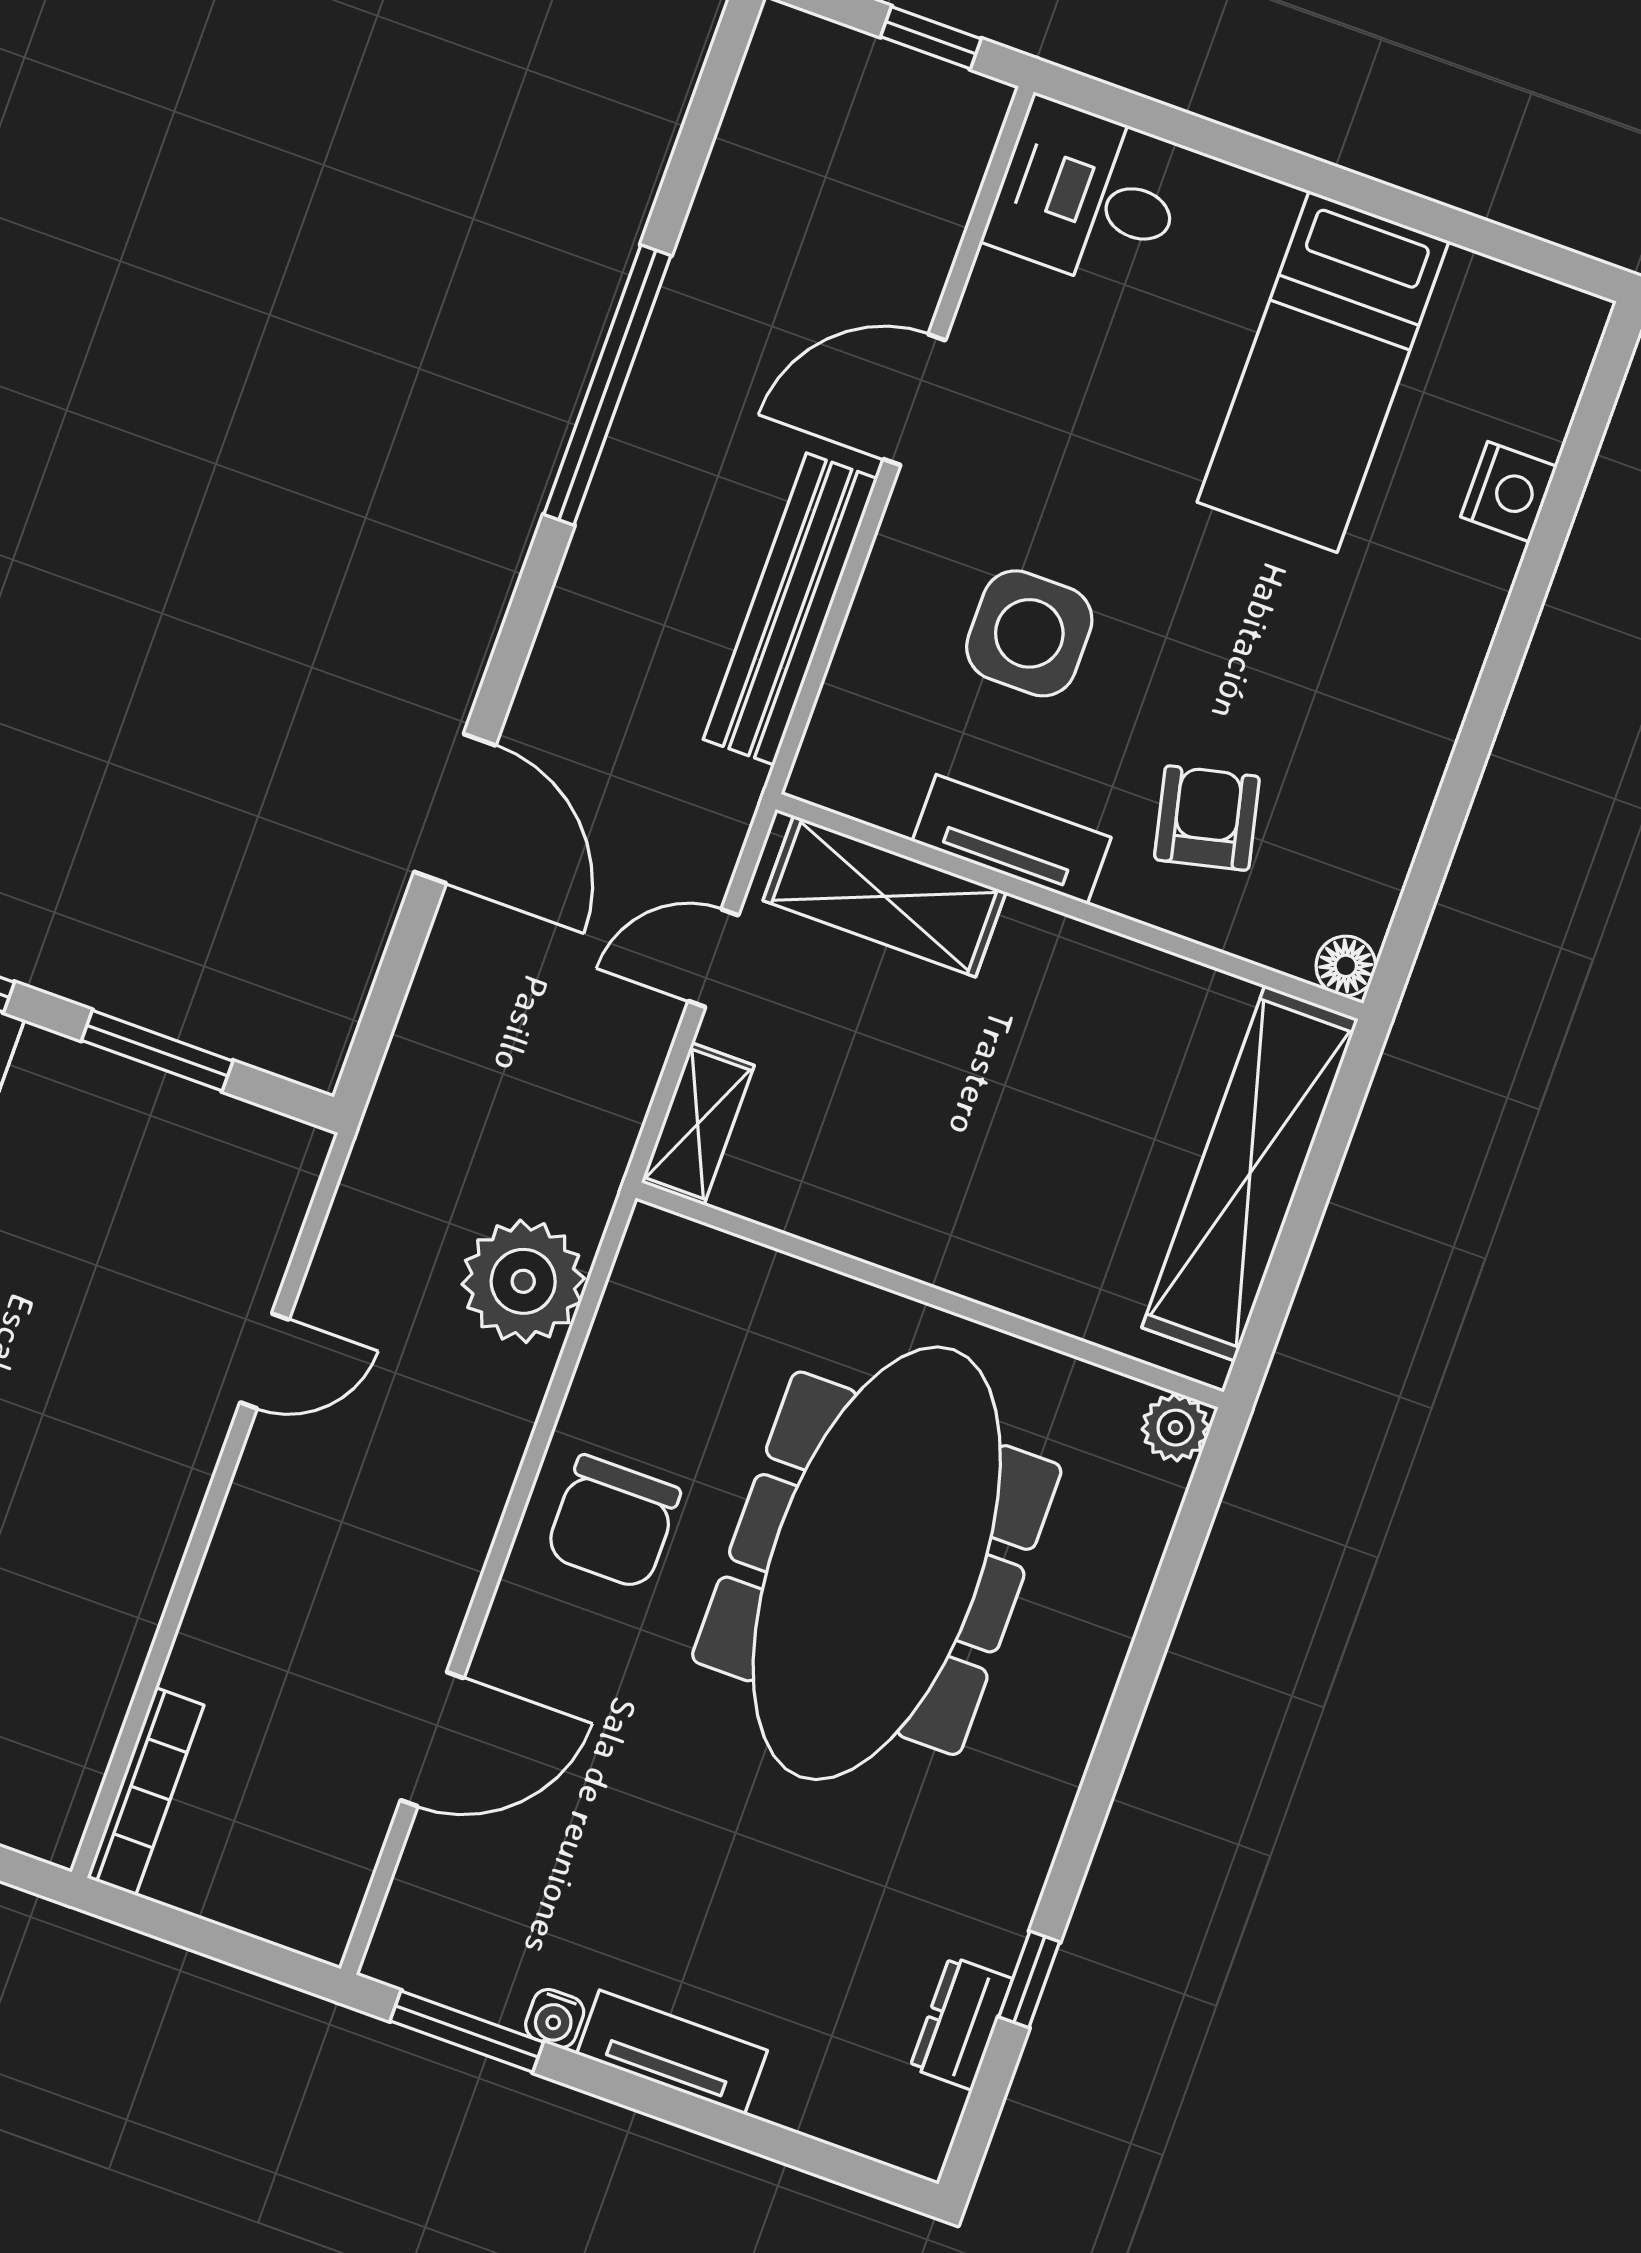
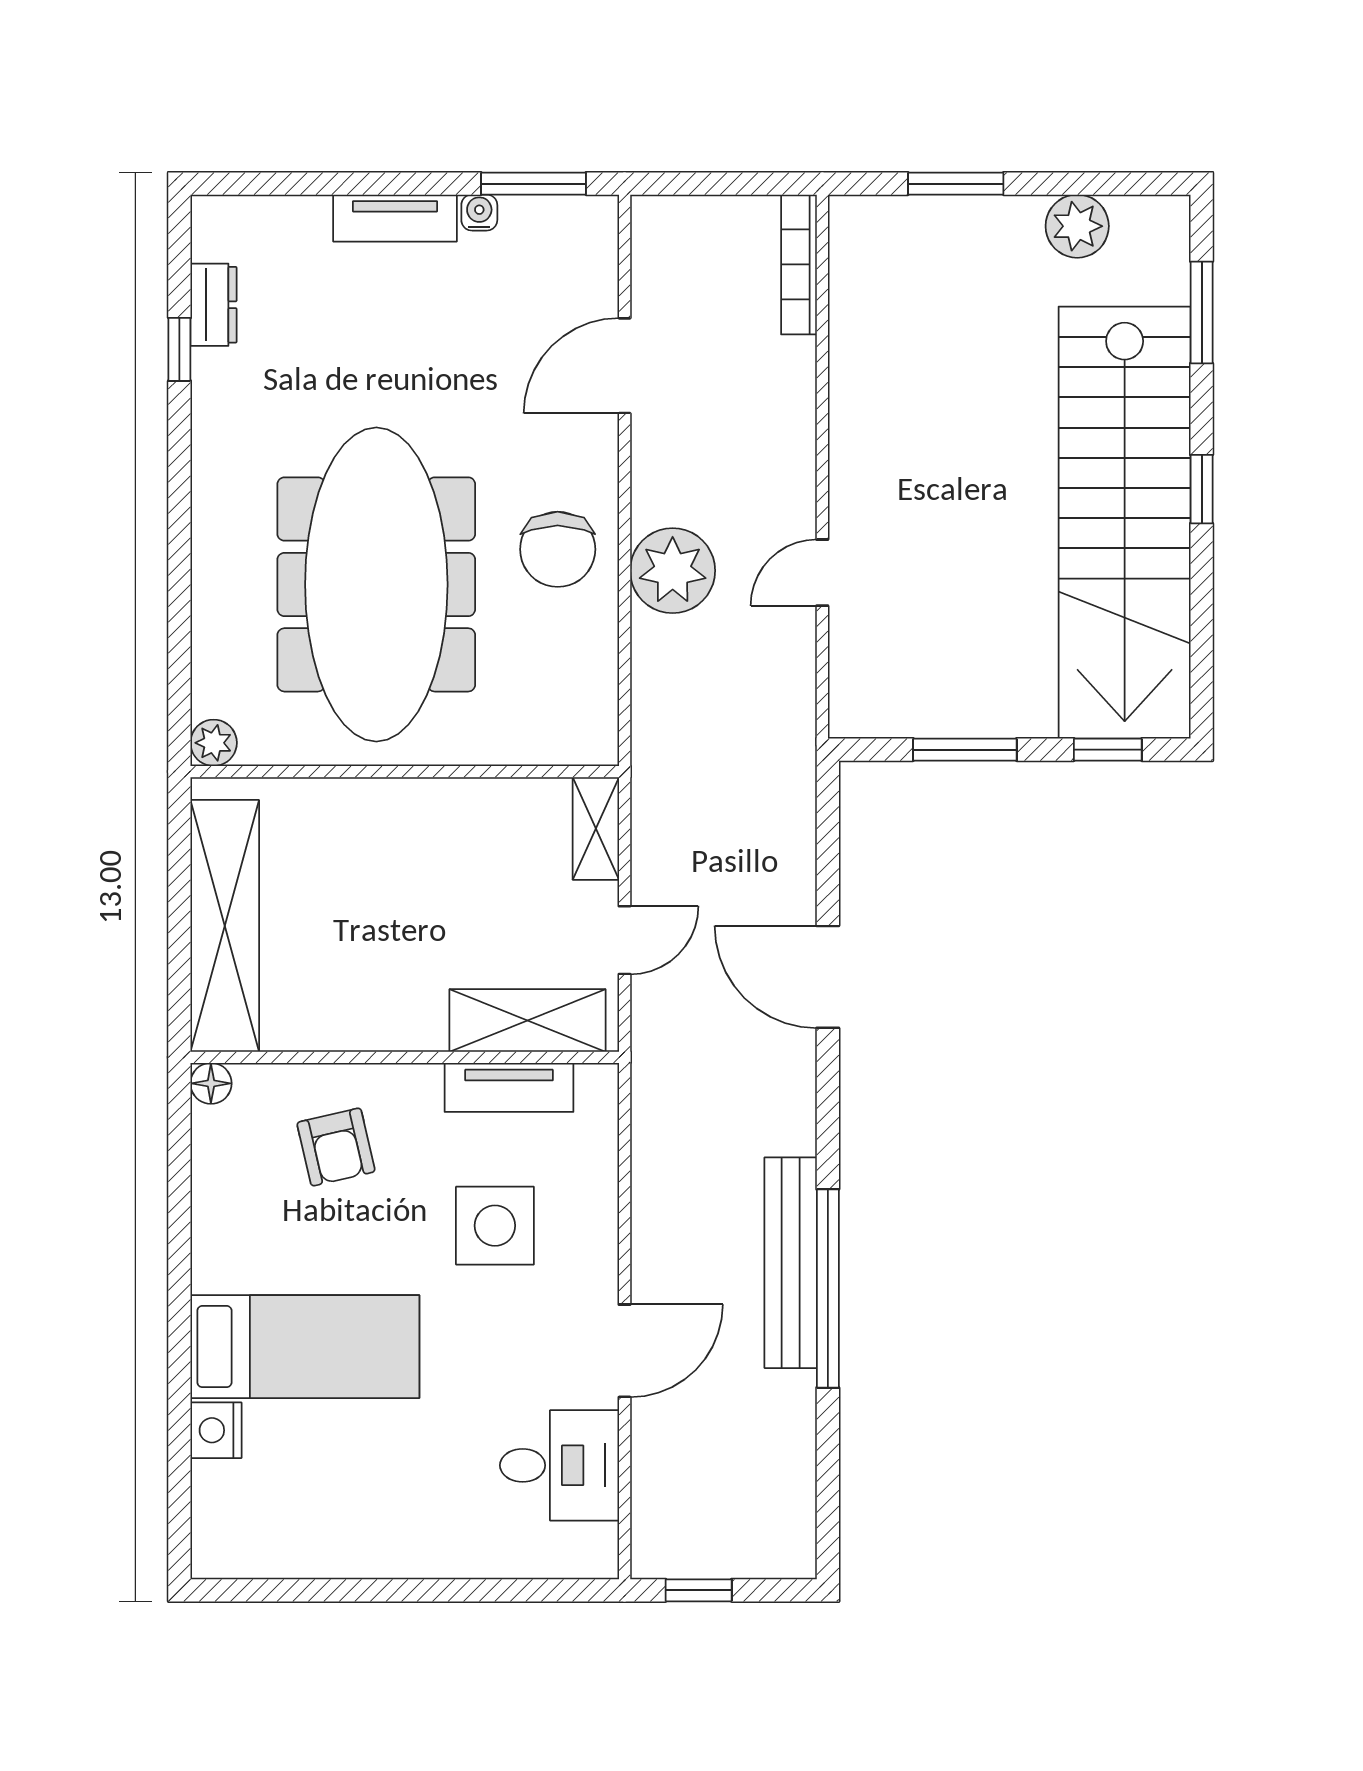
desk: (1088, 196) -> (559, 1465), moved
bed: (1323, 372) -> (305, 1347), moved, turned 90
bench: (790, 609) -> (791, 1263), moved
tv unit: (1012, 839) -> (509, 1087), moved
plant: (523, 1281) -> (673, 571), moved
chair: (613, 1522) -> (558, 549), turned 180

